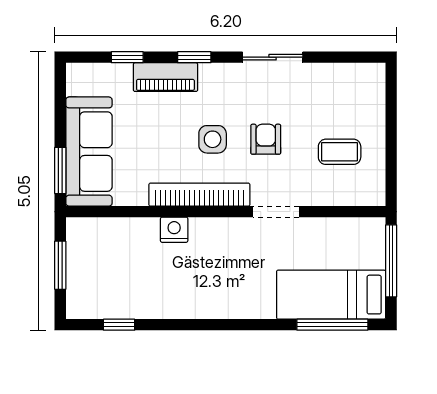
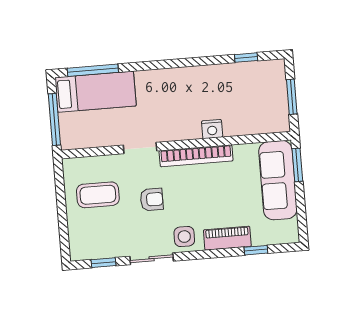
window: (194, 57) -> (104, 263), moved
side table: (213, 139) -> (184, 237), moved
armchair: (266, 139) -> (152, 199), turned -90
coffee table: (340, 152) -> (98, 195), width x1.36, depth x1.30

